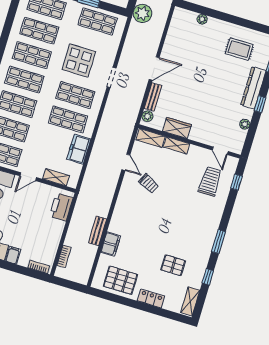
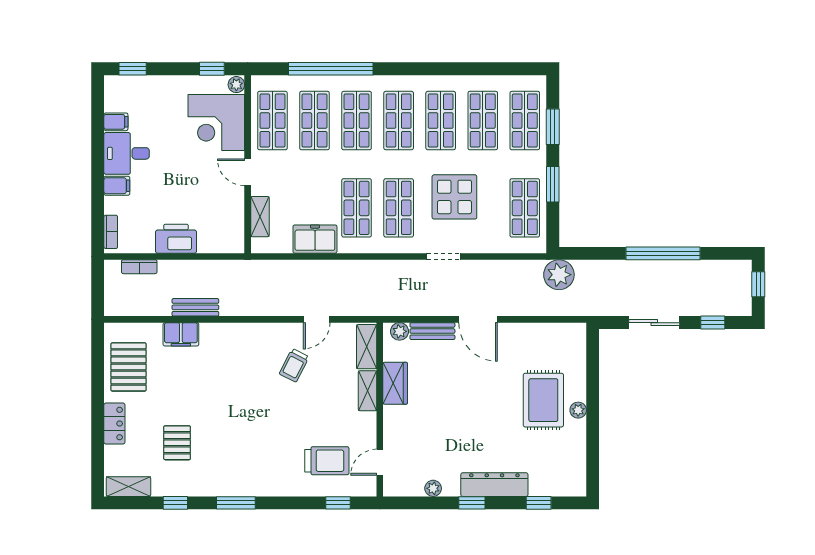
plant: (202, 19) -> (578, 410), moved
rug: (239, 49) -> (543, 400), moved, width x1.36, depth x1.43
printer: (61, 207) -> (176, 239), moved

